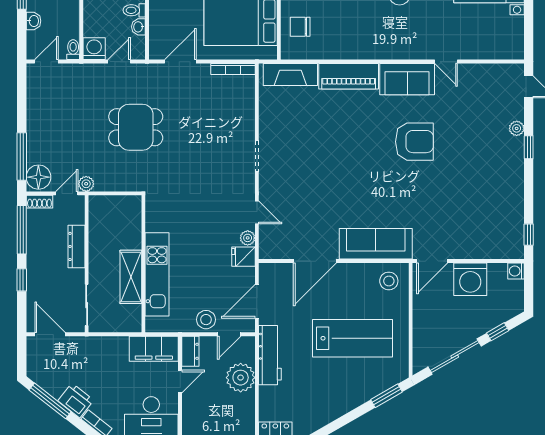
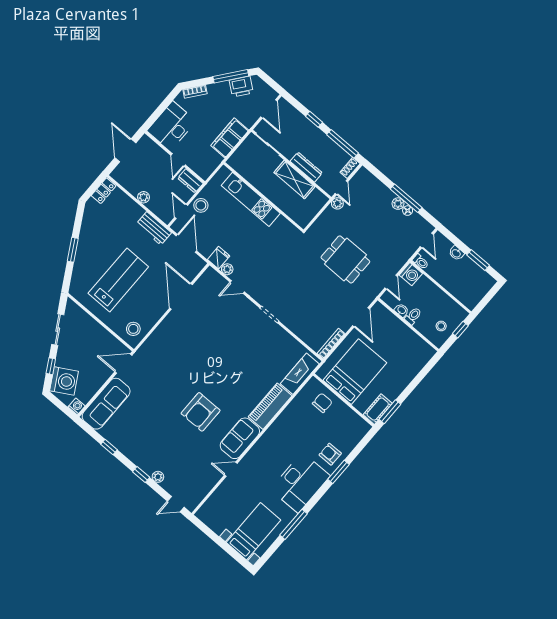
plant: (34, 123) -> (398, 204), added
dining table: (136, 127) -> (345, 259), turned 90
window: (22, 156) -> (406, 198), moved
floor lamp: (38, 177) -> (408, 211), moved, width x0.53, depth x0.53
window: (529, 235) -> (109, 447), moved
sofa: (376, 244) -> (106, 404), moved
door: (432, 261) -> (123, 364), hinge flipped
shelving: (131, 277) -> (294, 180), moved
washing machine: (470, 279) -> (64, 381), moved, turned 150
door: (50, 334) -> (269, 109), hinge flipped
lab bench: (352, 338) -> (118, 280), turned 180
filing cabinet: (154, 349) -> (230, 138), moved
workbench: (270, 355) -> (154, 228), width x0.73
sliding door: (455, 357) -> (58, 330), width x0.73
plant: (241, 378) -> (144, 197), width x0.53, depth x0.53
window: (387, 396) -> (73, 250), moved
printer: (76, 400) -> (241, 87), moved

